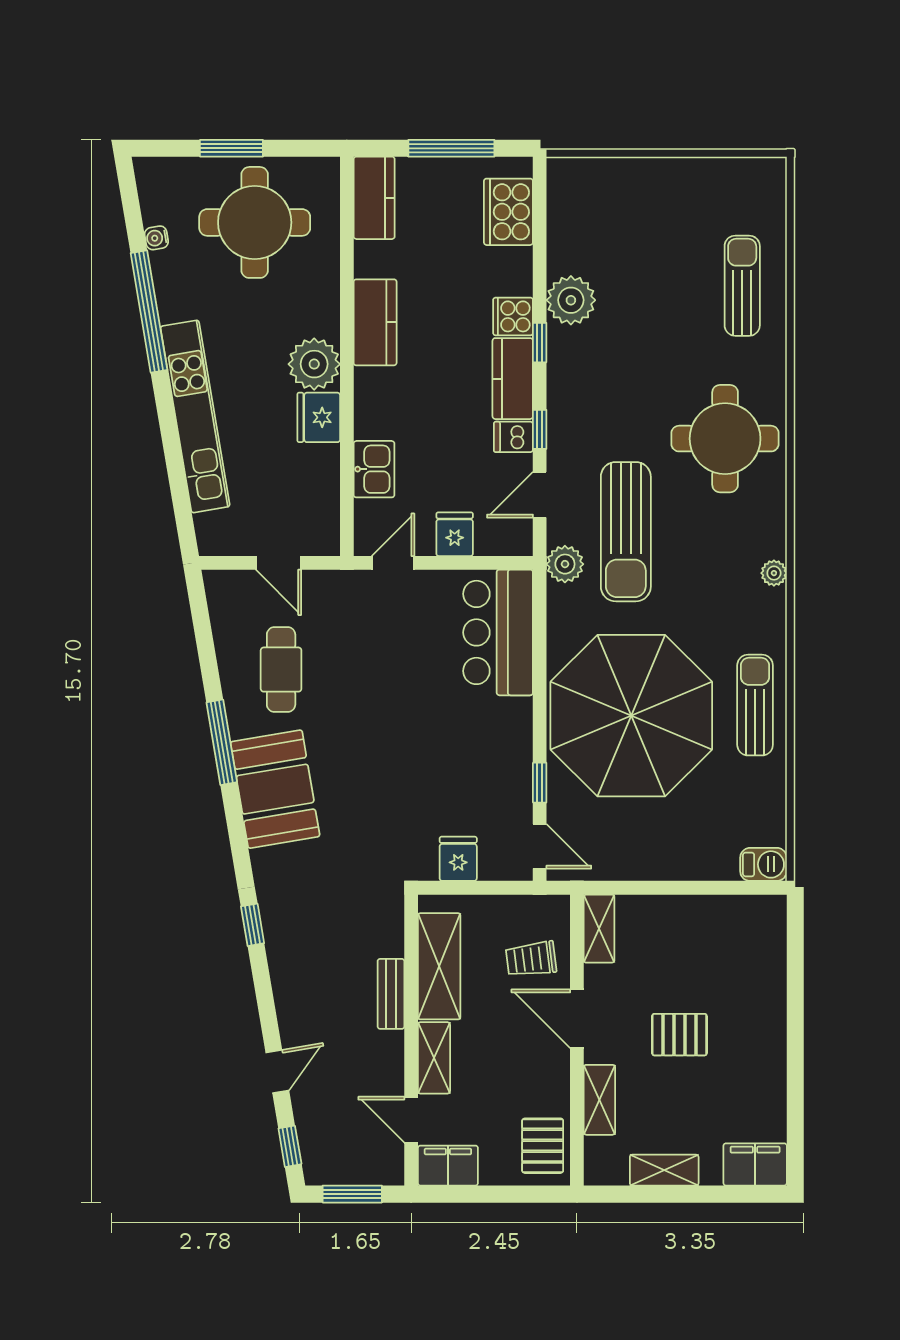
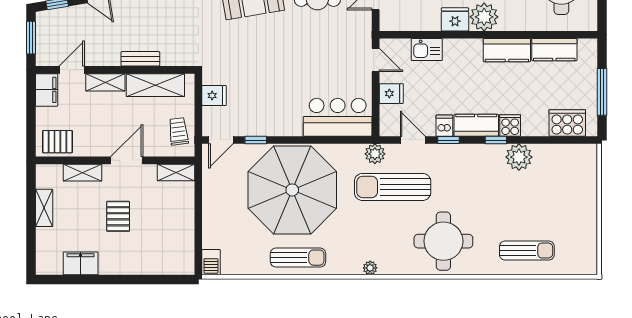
kitchen counter: (374, 198) -> (554, 50), moved
trolley: (531, 959) -> (178, 131), moved
filing cabinet: (755, 1164) -> (81, 263), moved, turned -90

